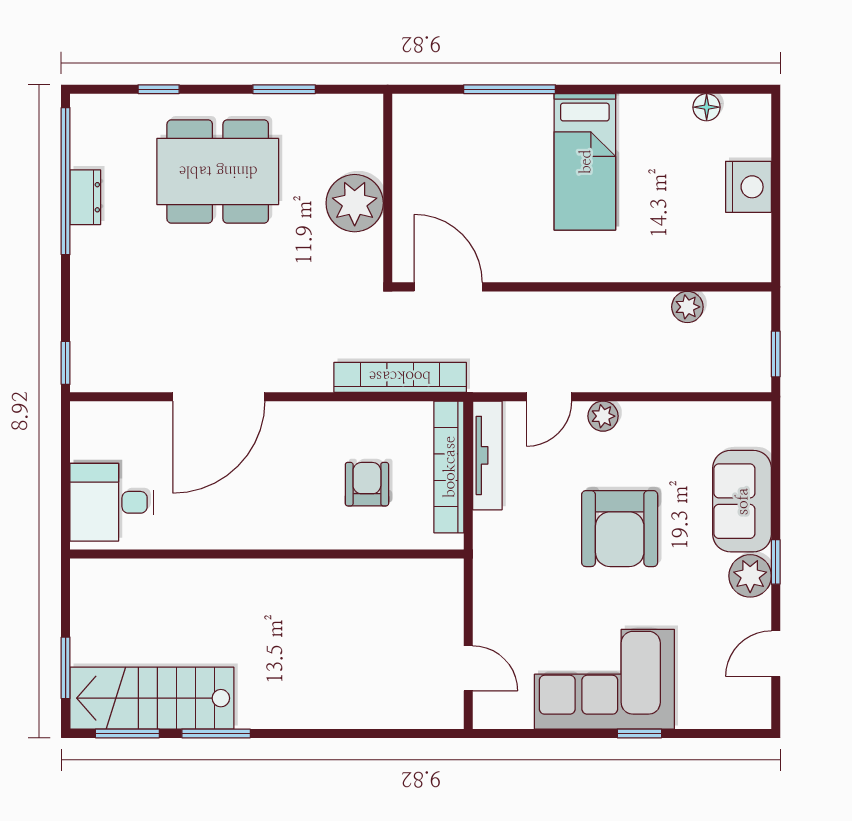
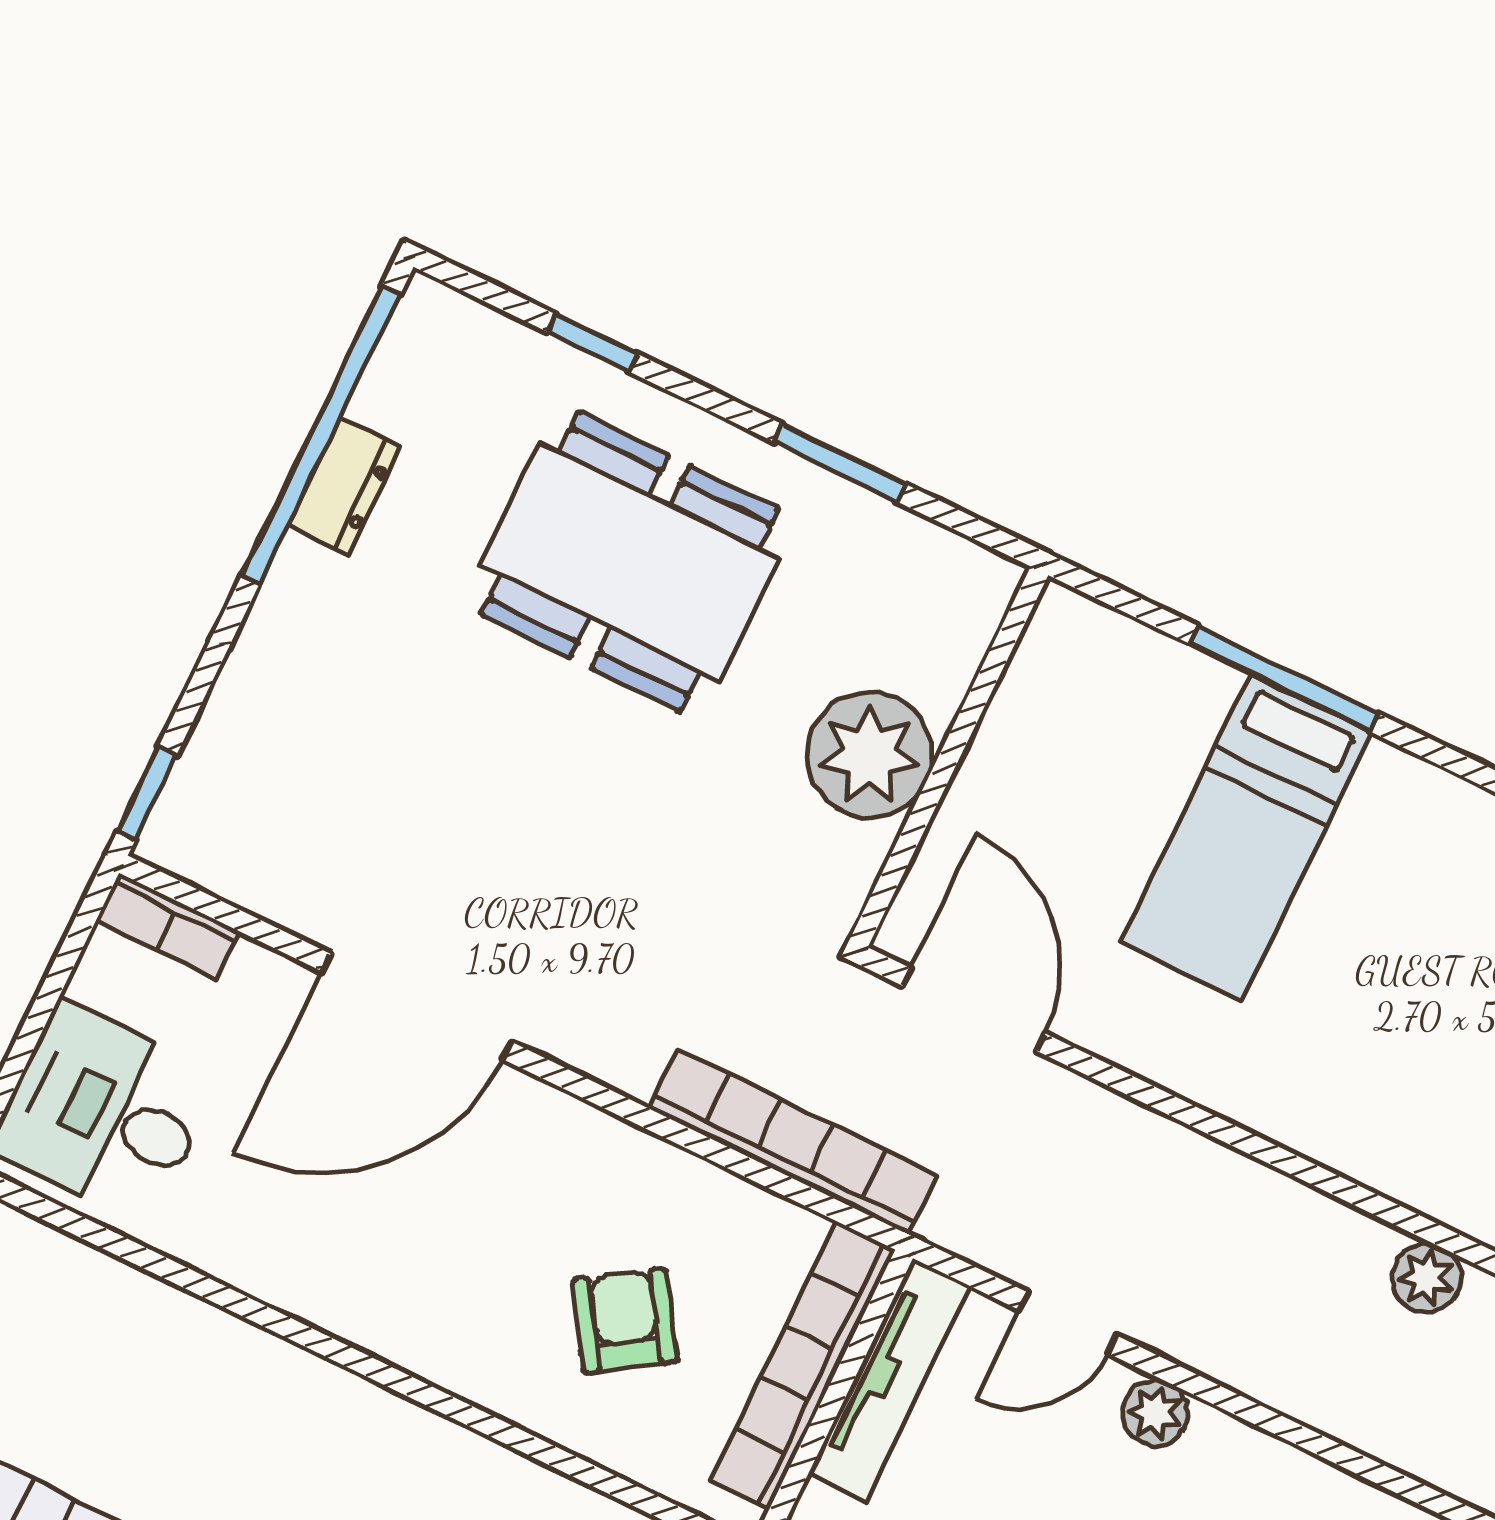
bed: (585, 162) -> (1246, 837), moved
bookcase: (100, 413) -> (167, 926), added
armchair: (367, 484) -> (625, 1321), turned -33

